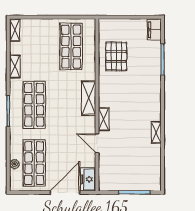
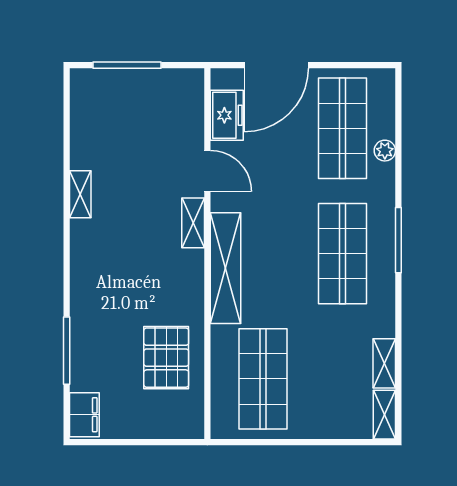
shelving: (15, 67) -> (384, 363), moved
shelving: (89, 98) -> (225, 268), width x1.47
plant: (15, 164) -> (385, 151), moved
freezer: (88, 179) -> (227, 115), moved

